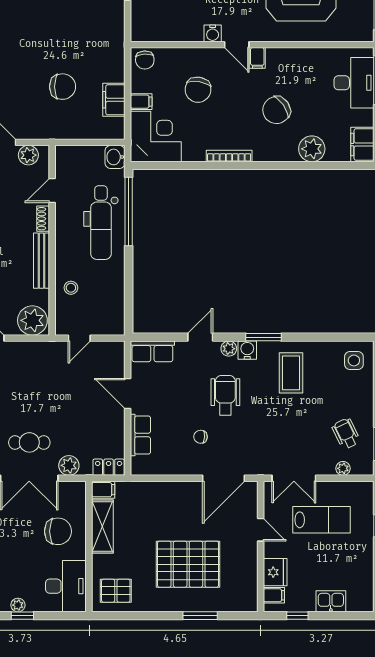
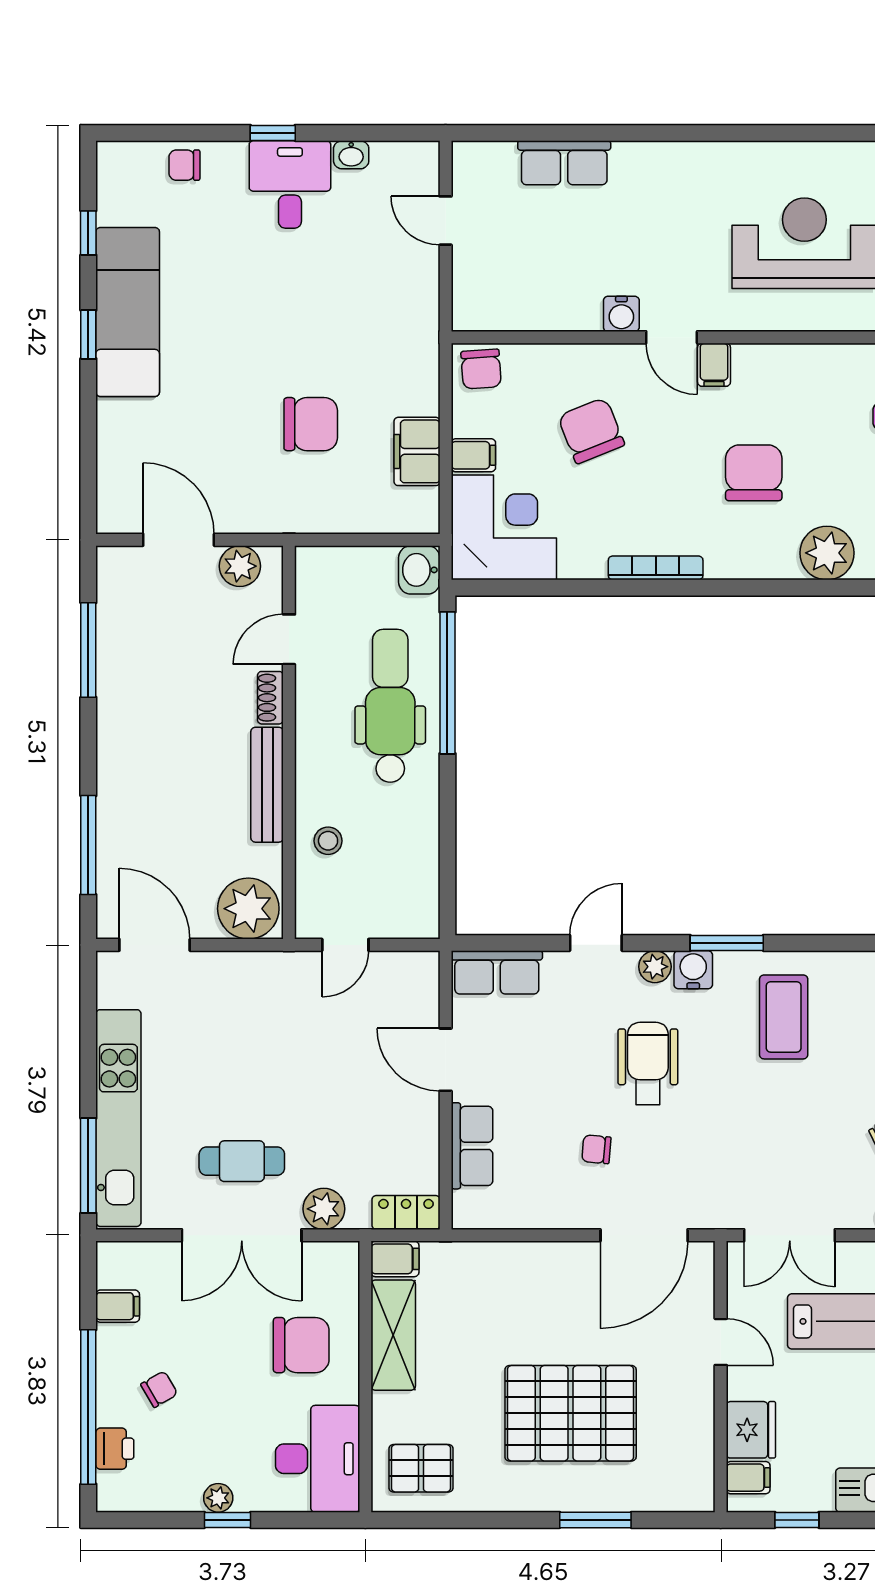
chair: (198, 90) -> (591, 431), turned 149
chair: (276, 110) -> (754, 473), turned 125
dental chair: (101, 223) -> (390, 706), turned 180

